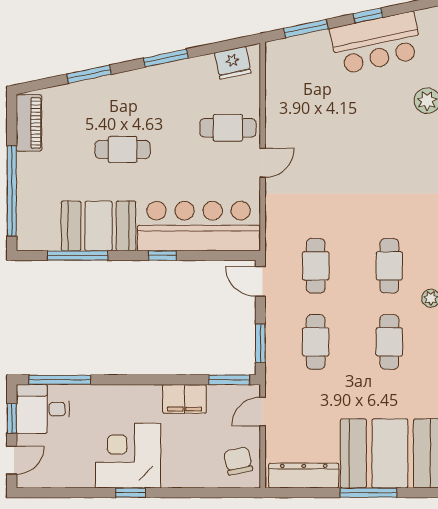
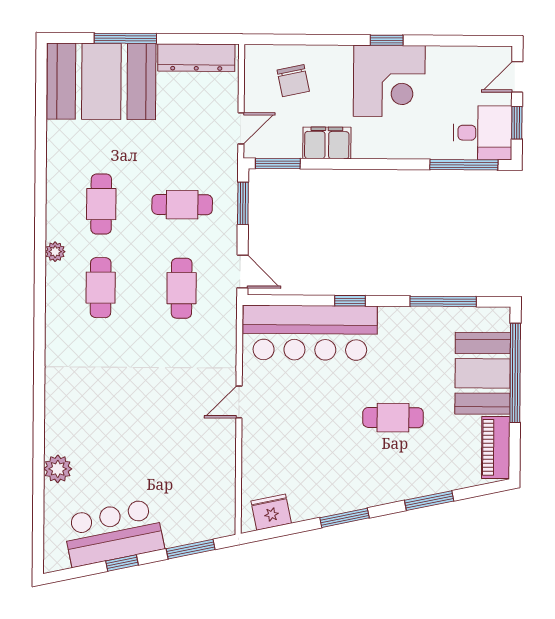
cafe table: (228, 128) -> (277, 441), removed
booth: (99, 226) -> (483, 373), moved, turned 90
cafe table: (316, 342) -> (182, 205), turned 90
chair: (238, 461) -> (293, 81), moved

